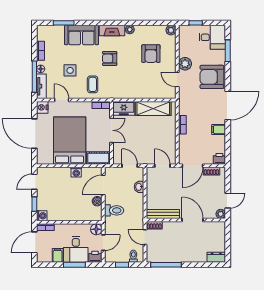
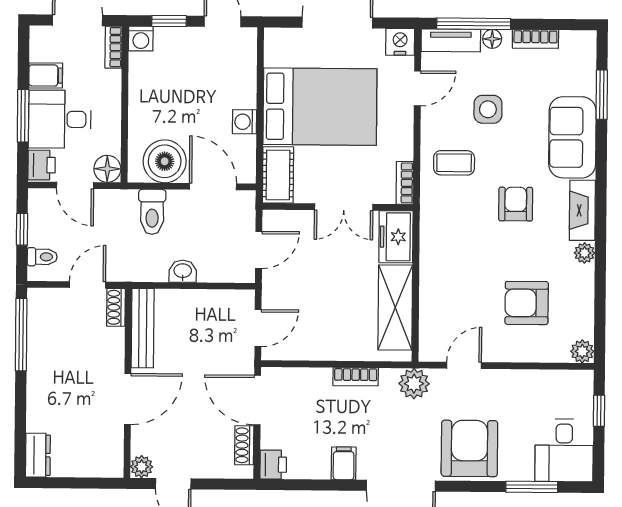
plant: (185, 64) -> (414, 384), moved
washbasin: (139, 187) -> (183, 271), moved
boiler: (97, 201) -> (165, 161), width x1.86, depth x1.86

